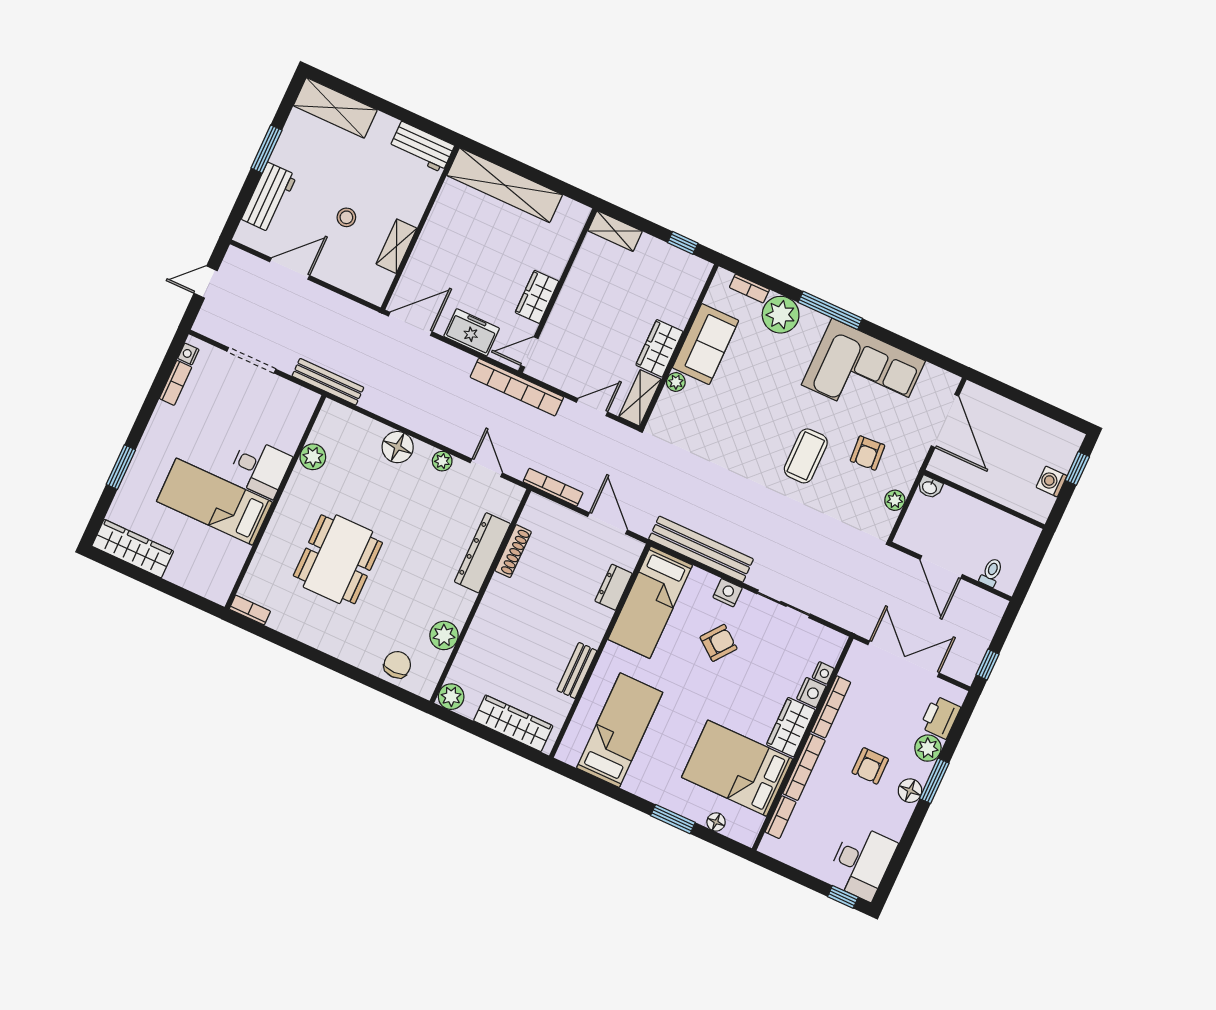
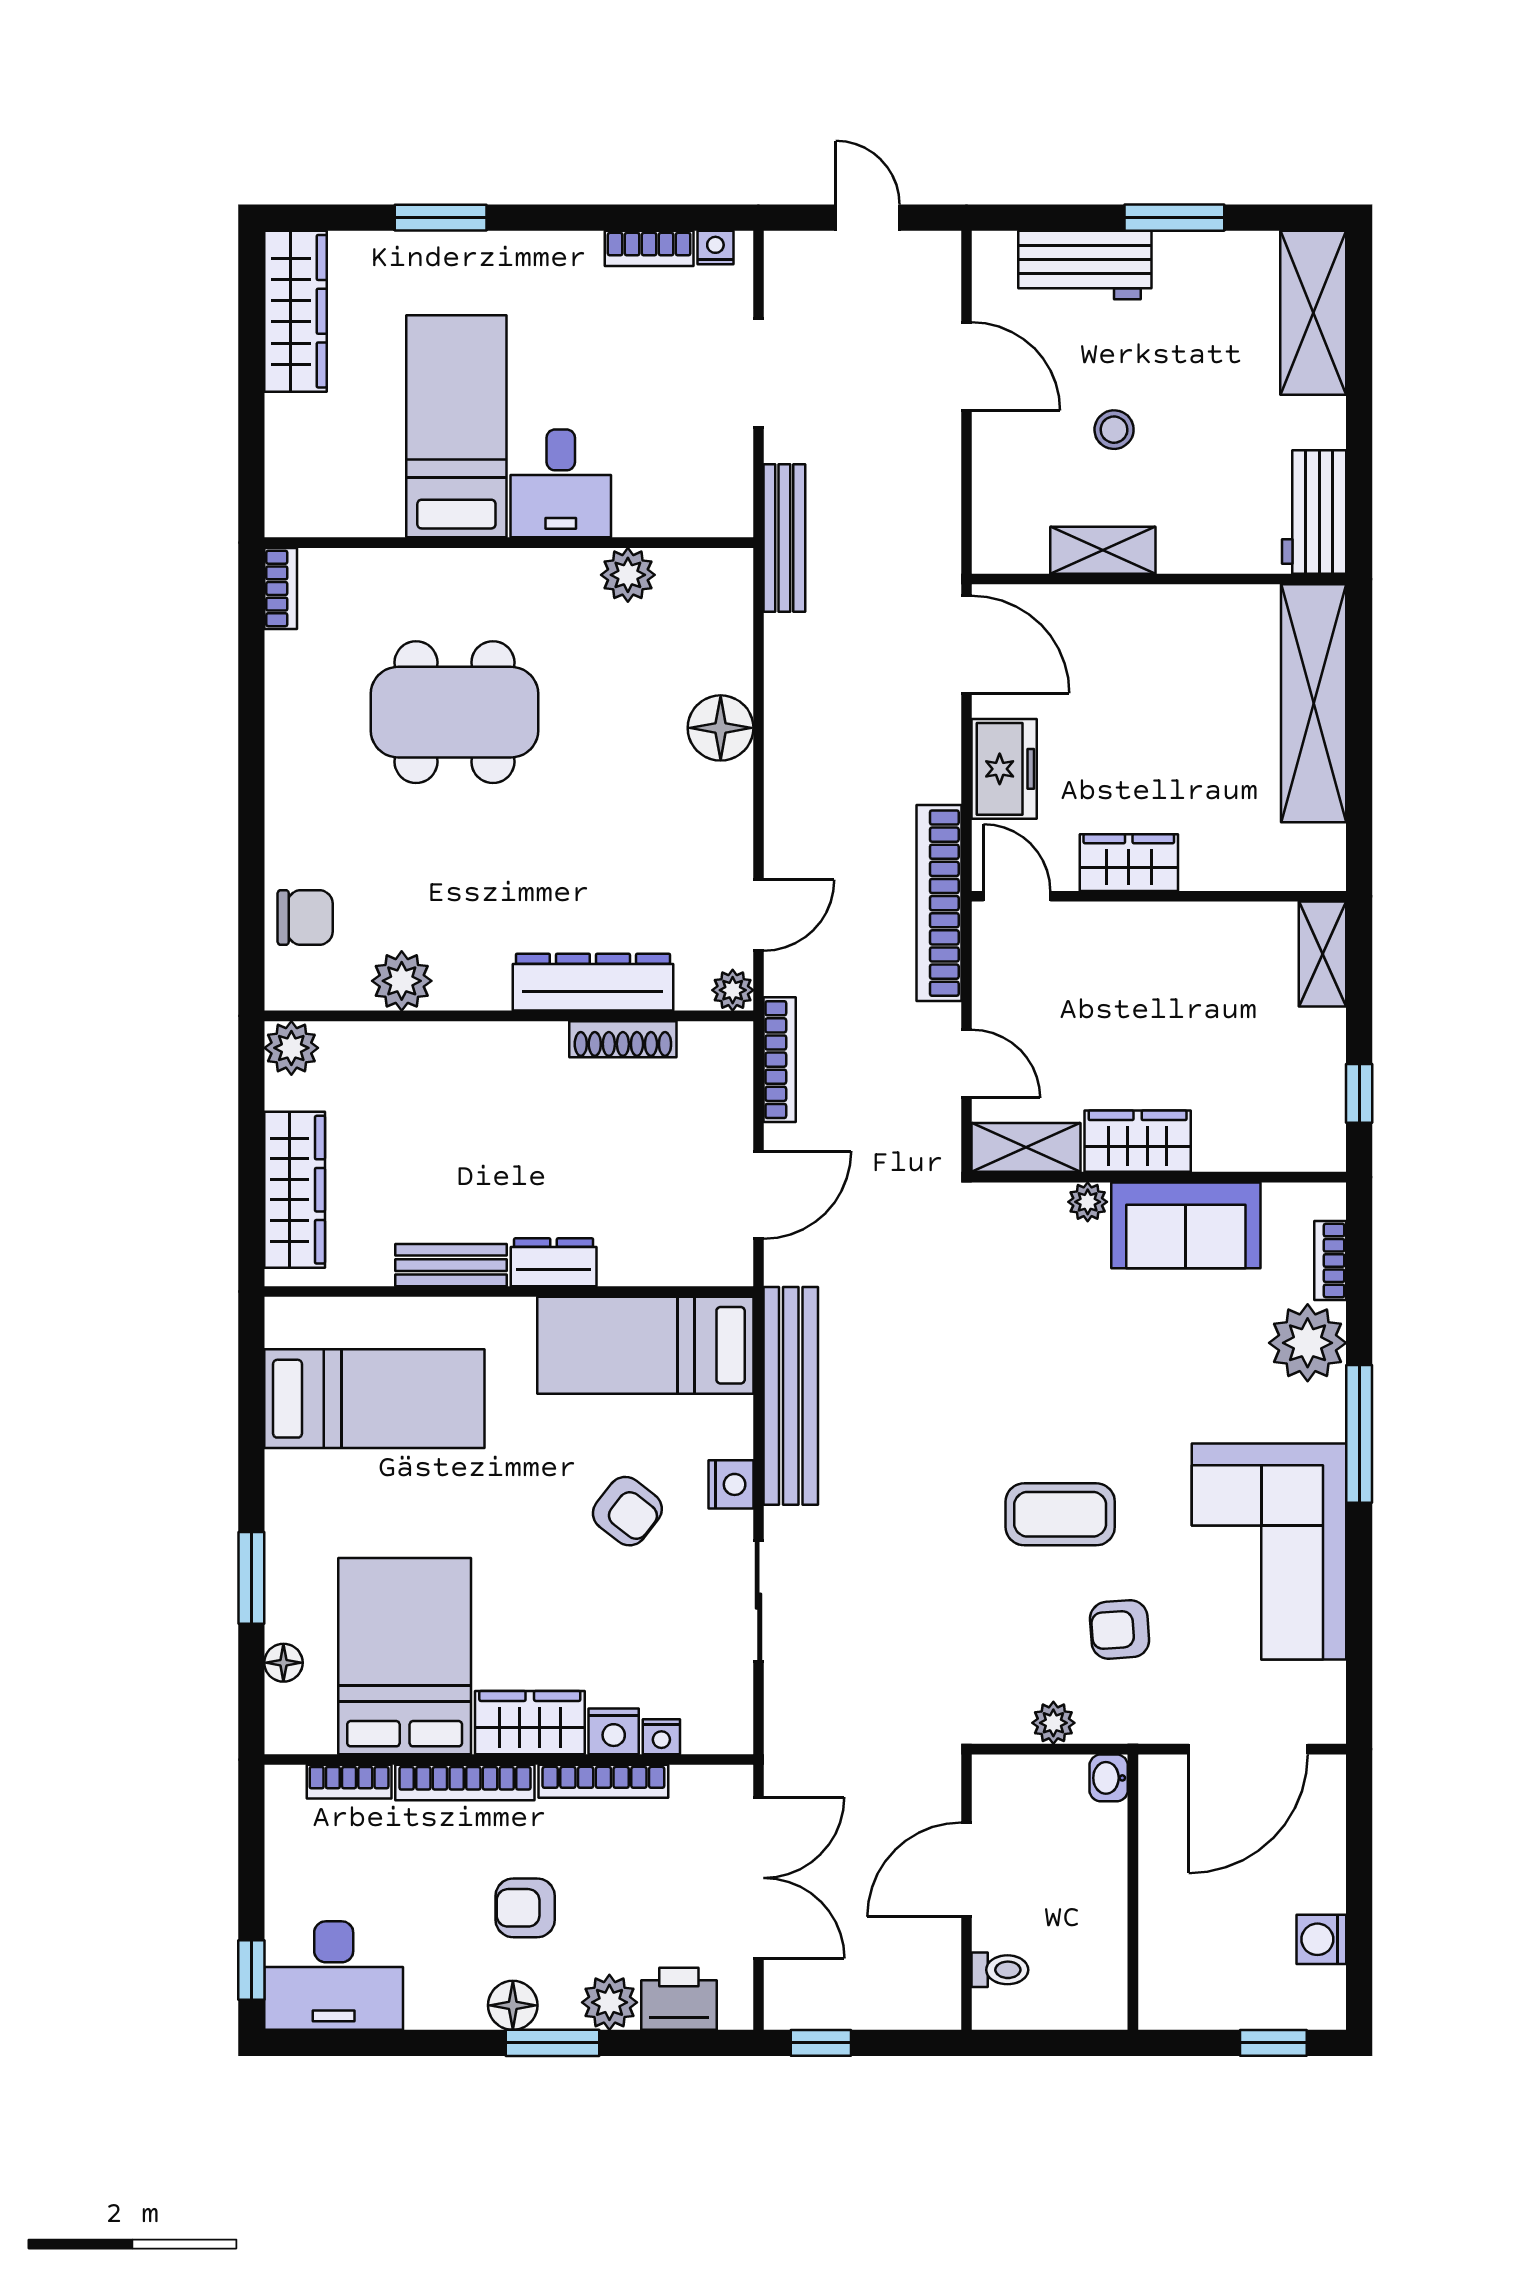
plant: (442, 461) -> (733, 990), moved
washing machine: (1051, 482) -> (1321, 1939), moved, turned -90
dresser: (614, 587) -> (554, 1262), moved

